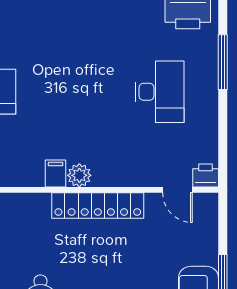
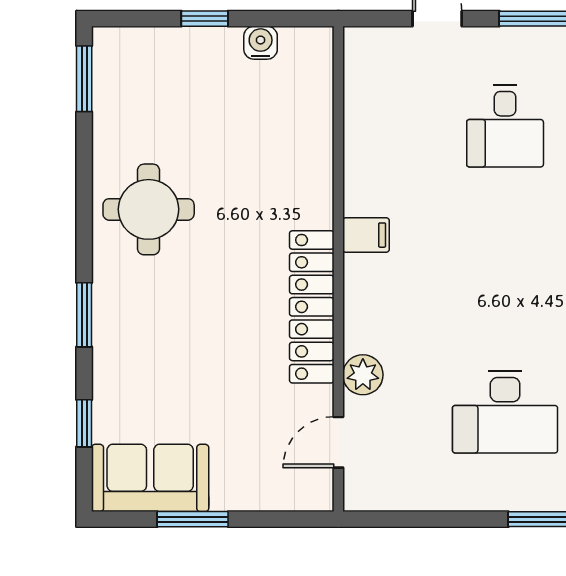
plant: (79, 175) -> (363, 375), moved
printer: (206, 176) -> (363, 490), removed

